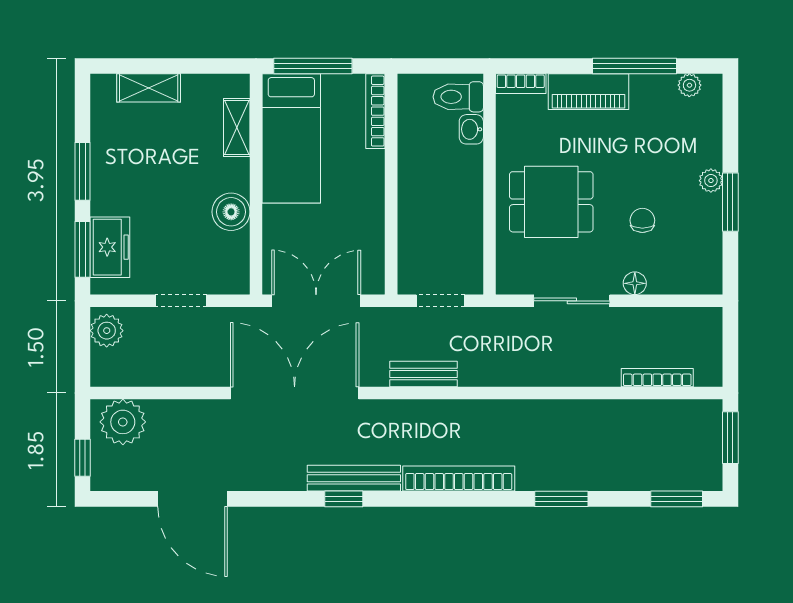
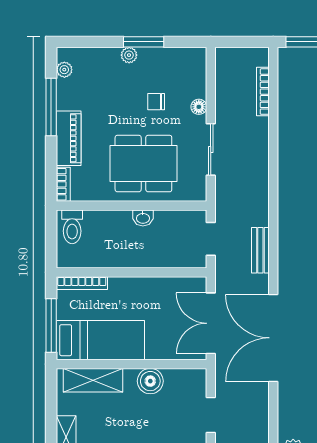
shelving: (237, 127) -> (93, 380), width x1.50, depth x1.33
washbasin: (471, 129) -> (143, 218), moved
dining table: (551, 202) -> (143, 164), width x1.38

